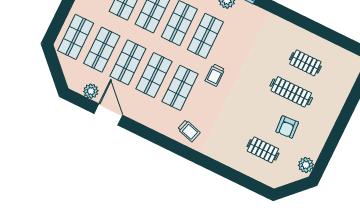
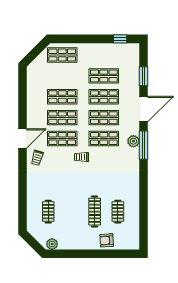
shop shelf: (102, 50) -> (62, 76), removed
plant: (91, 91) -> (32, 82), removed
door: (108, 114) -> (22, 139), moved
armchair: (287, 127) -> (107, 240), moved

